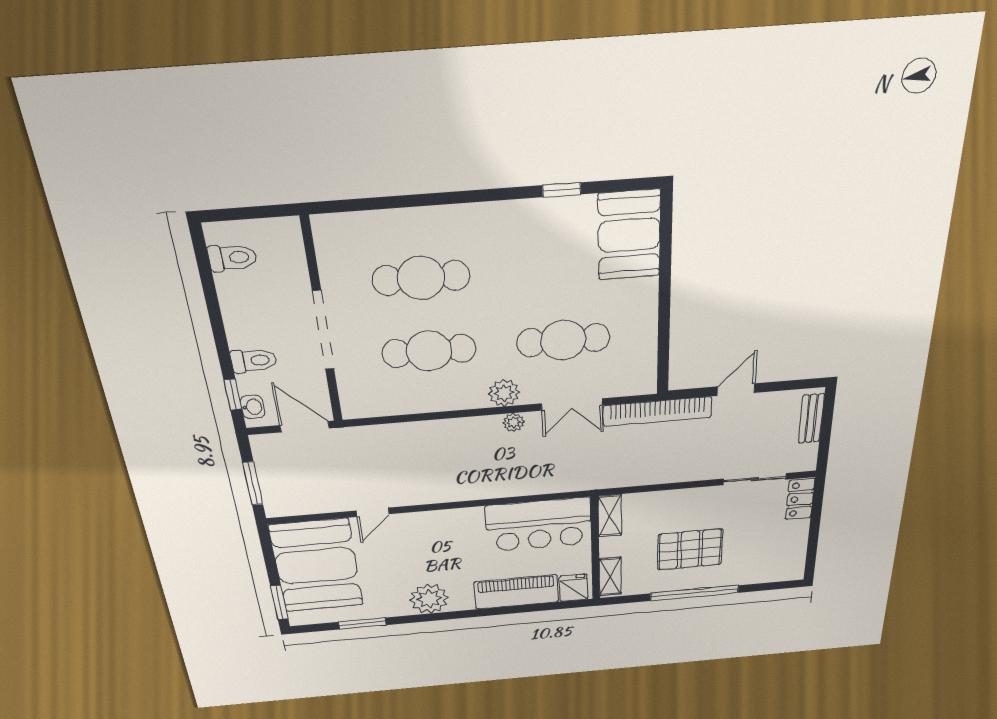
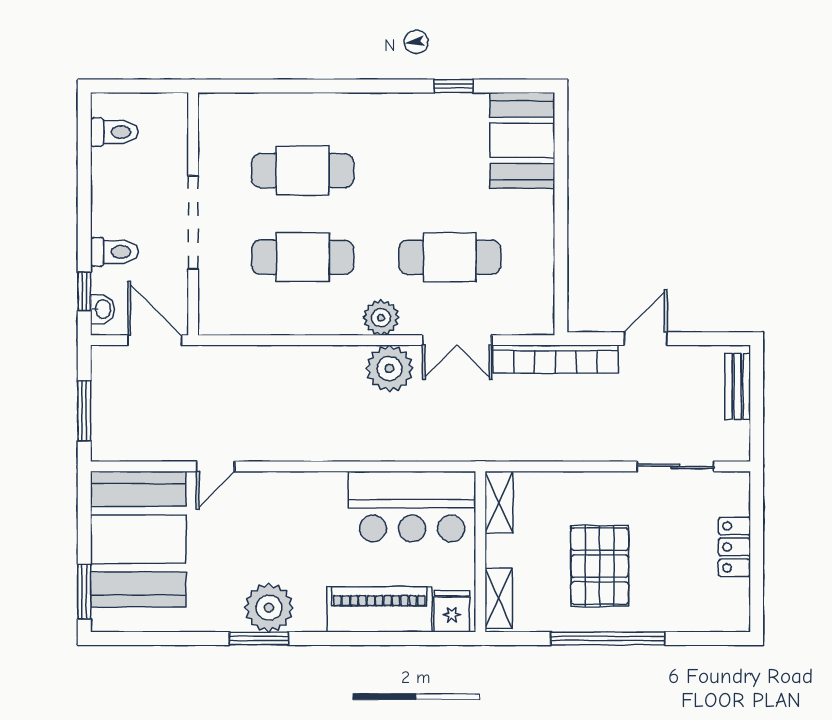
plant: (514, 422) -> (389, 368), width x1.87, depth x1.87
locker: (800, 499) -> (734, 547), moved
pallet: (690, 549) -> (600, 566), turned 90
window: (362, 623) -> (259, 638), moved

